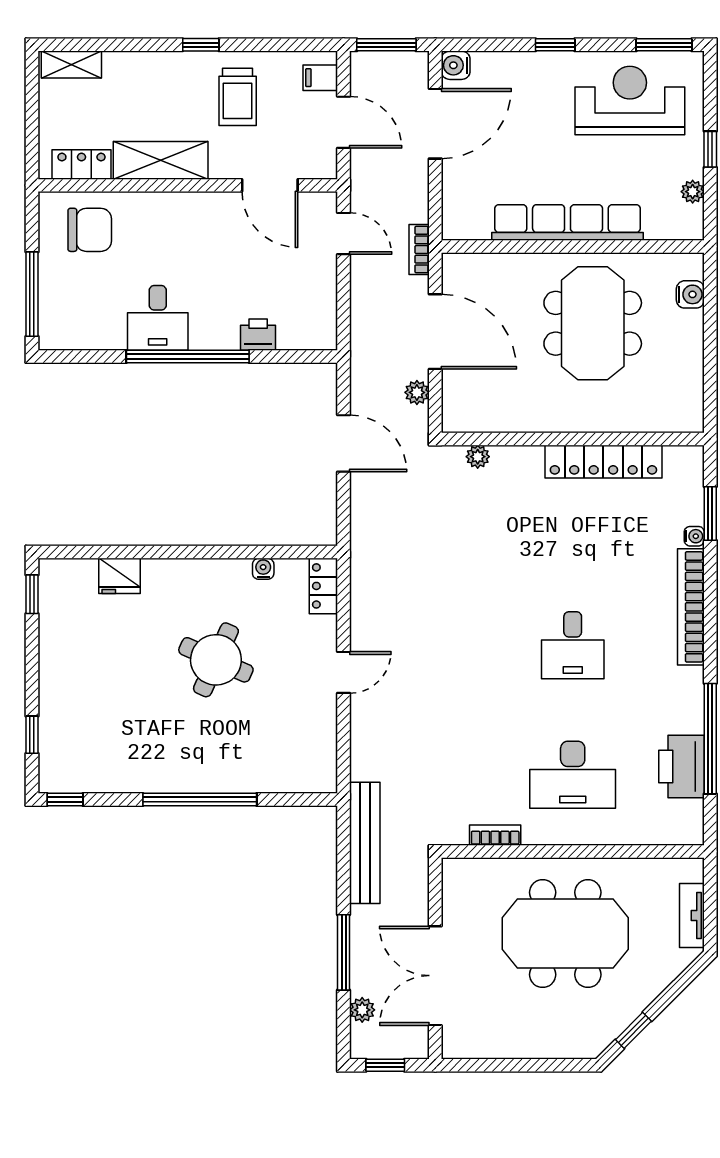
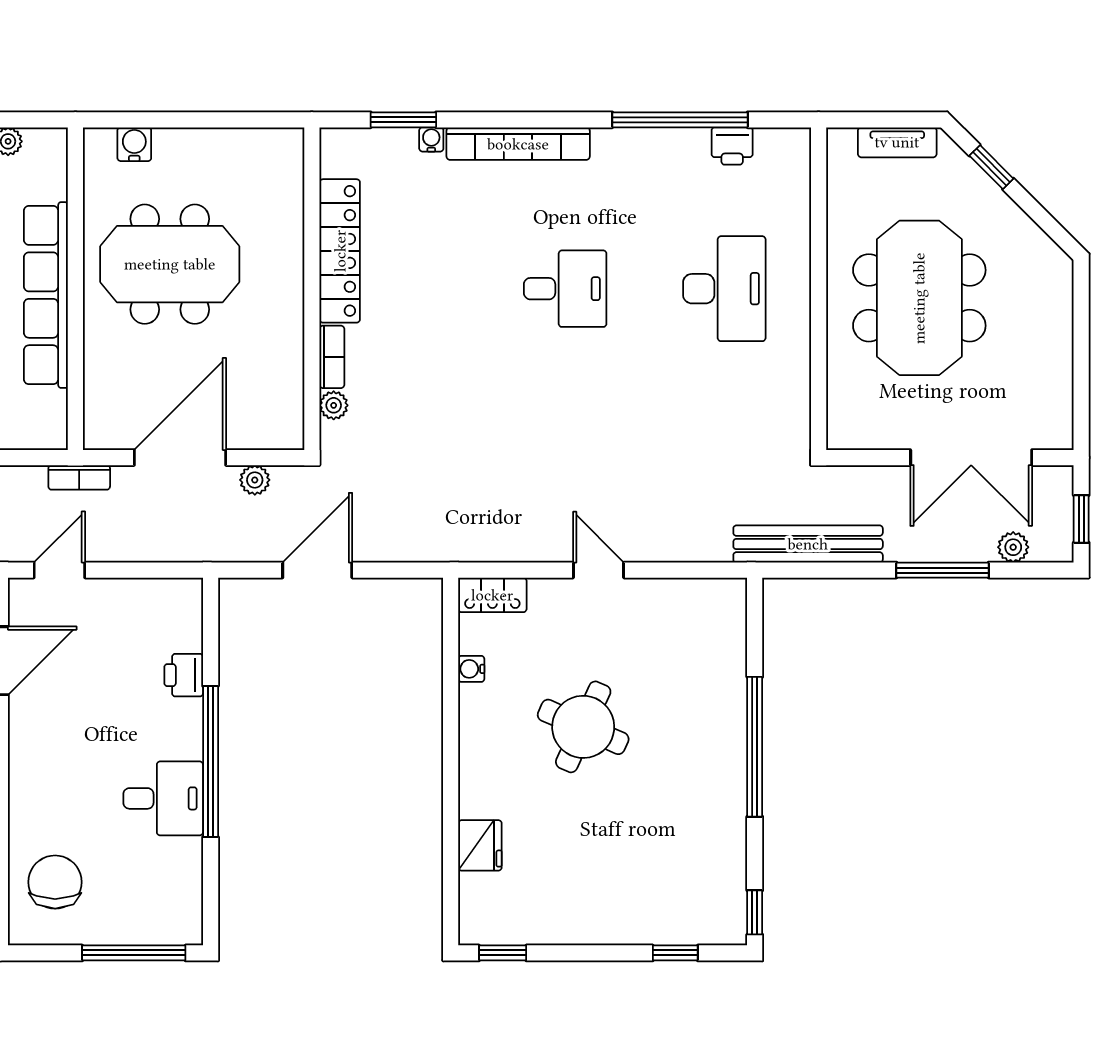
printer: (682, 766) -> (732, 146), width x0.53, depth x0.68
bookcase: (495, 835) -> (332, 357), moved, turned 180
window: (633, 1030) -> (991, 167), moved

